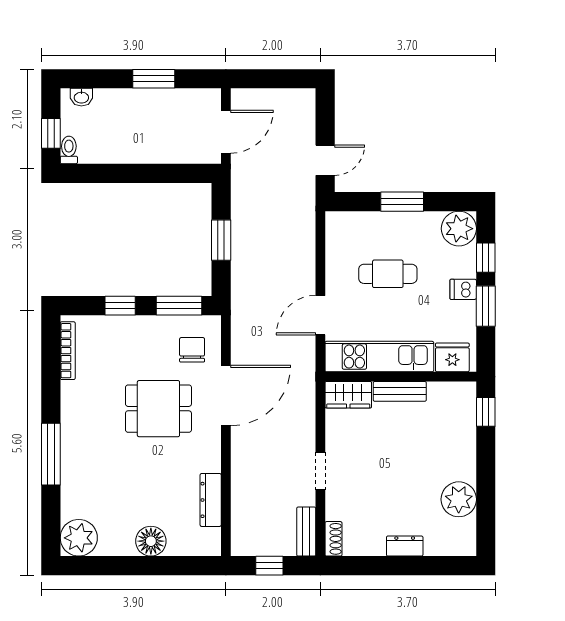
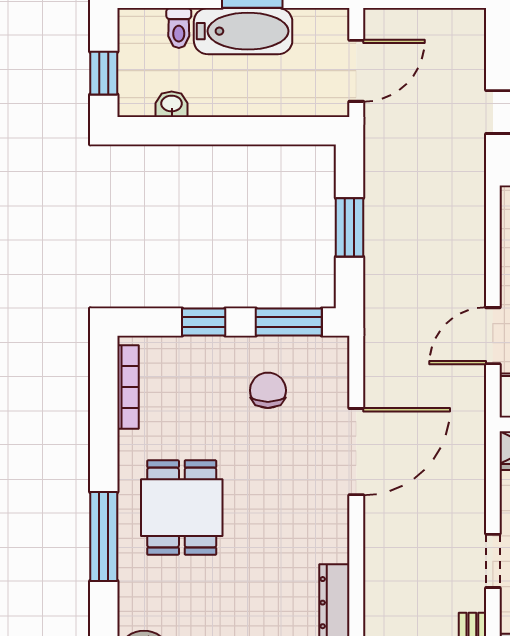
washbasin: (81, 97) -> (172, 104), moved, turned 180
bathtub: (147, 104) -> (243, 31), added
toilet: (69, 150) -> (179, 28), moved, turned 180
chair: (192, 350) -> (268, 390), moved
dining table: (158, 409) -> (182, 508), moved, turned 90

